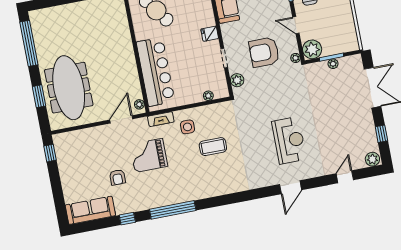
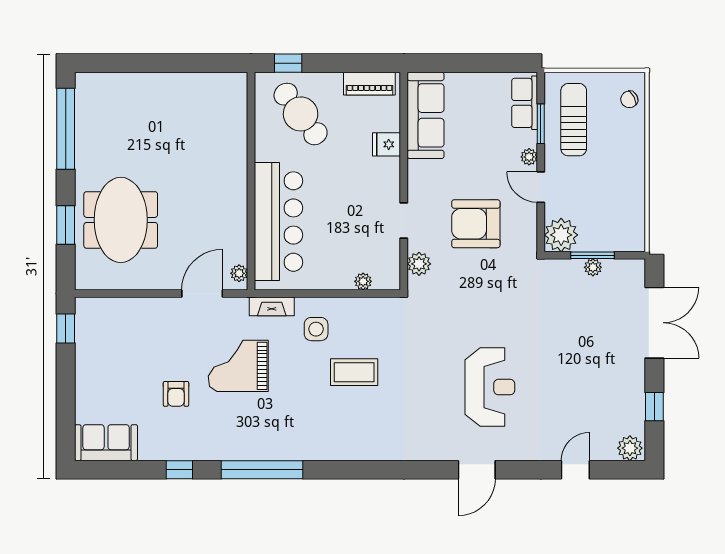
fridge: (210, 34) -> (387, 144), moved
plant: (296, 58) -> (529, 157), moved
meeting table: (69, 88) -> (121, 220), width x0.73
sofa: (90, 210) -> (106, 443), width x0.73

